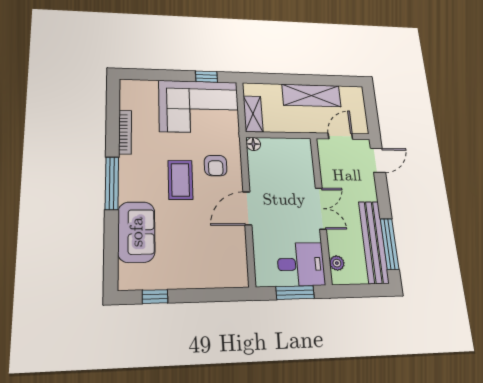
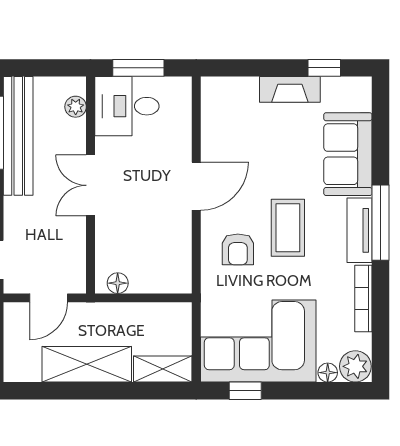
floor lamp: (150, 86) -> (328, 373), added
plant: (131, 89) -> (355, 366), added
shelving: (253, 114) -> (163, 369), moved, turned 90
floor lamp: (253, 144) -> (118, 283), moved
armchair: (216, 166) -> (238, 249), turned 180
tv unit: (128, 178) -> (360, 230), added
fireplace: (181, 279) -> (290, 89), added

